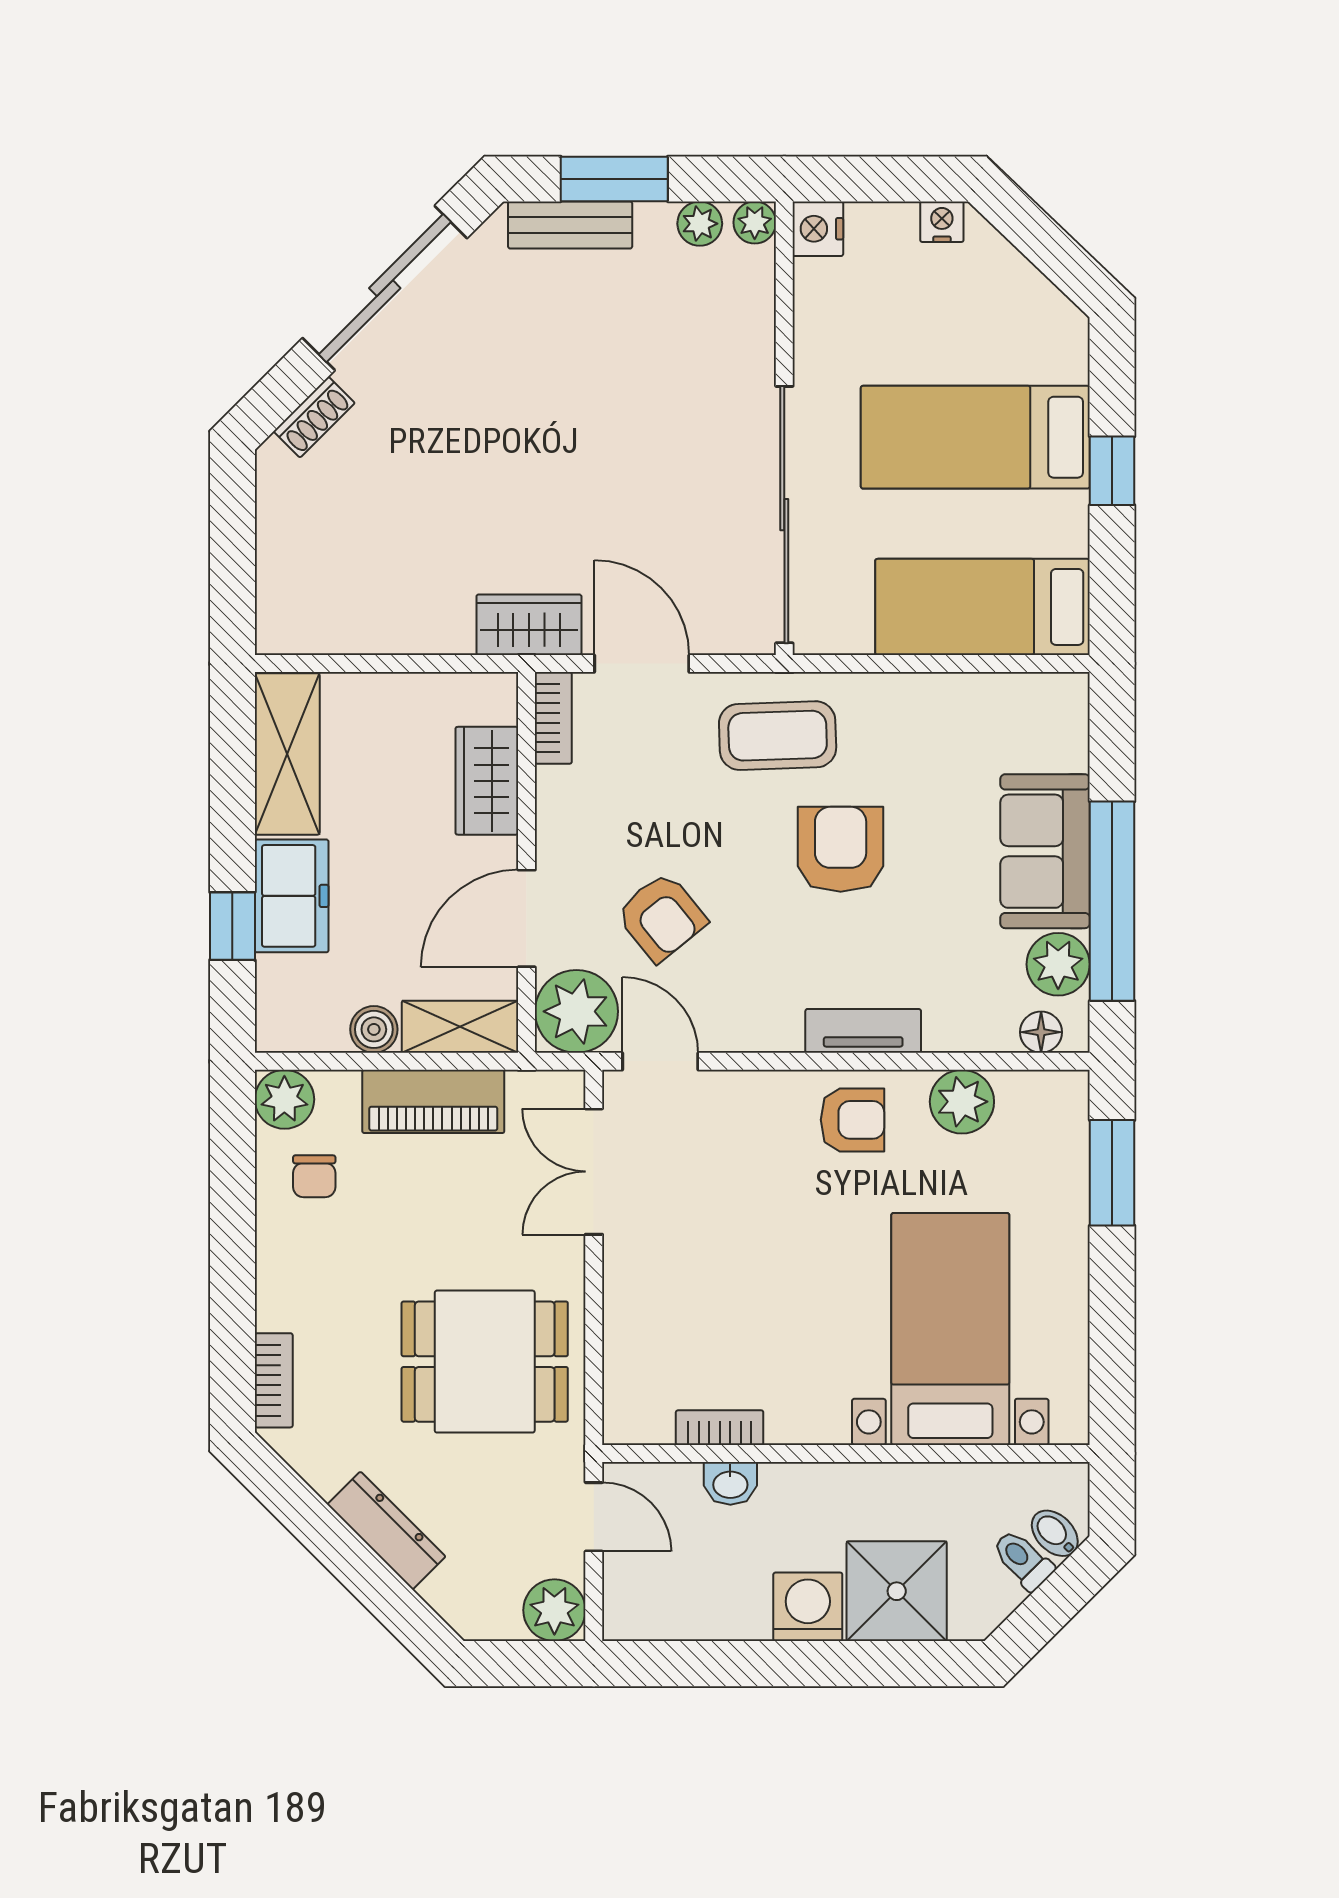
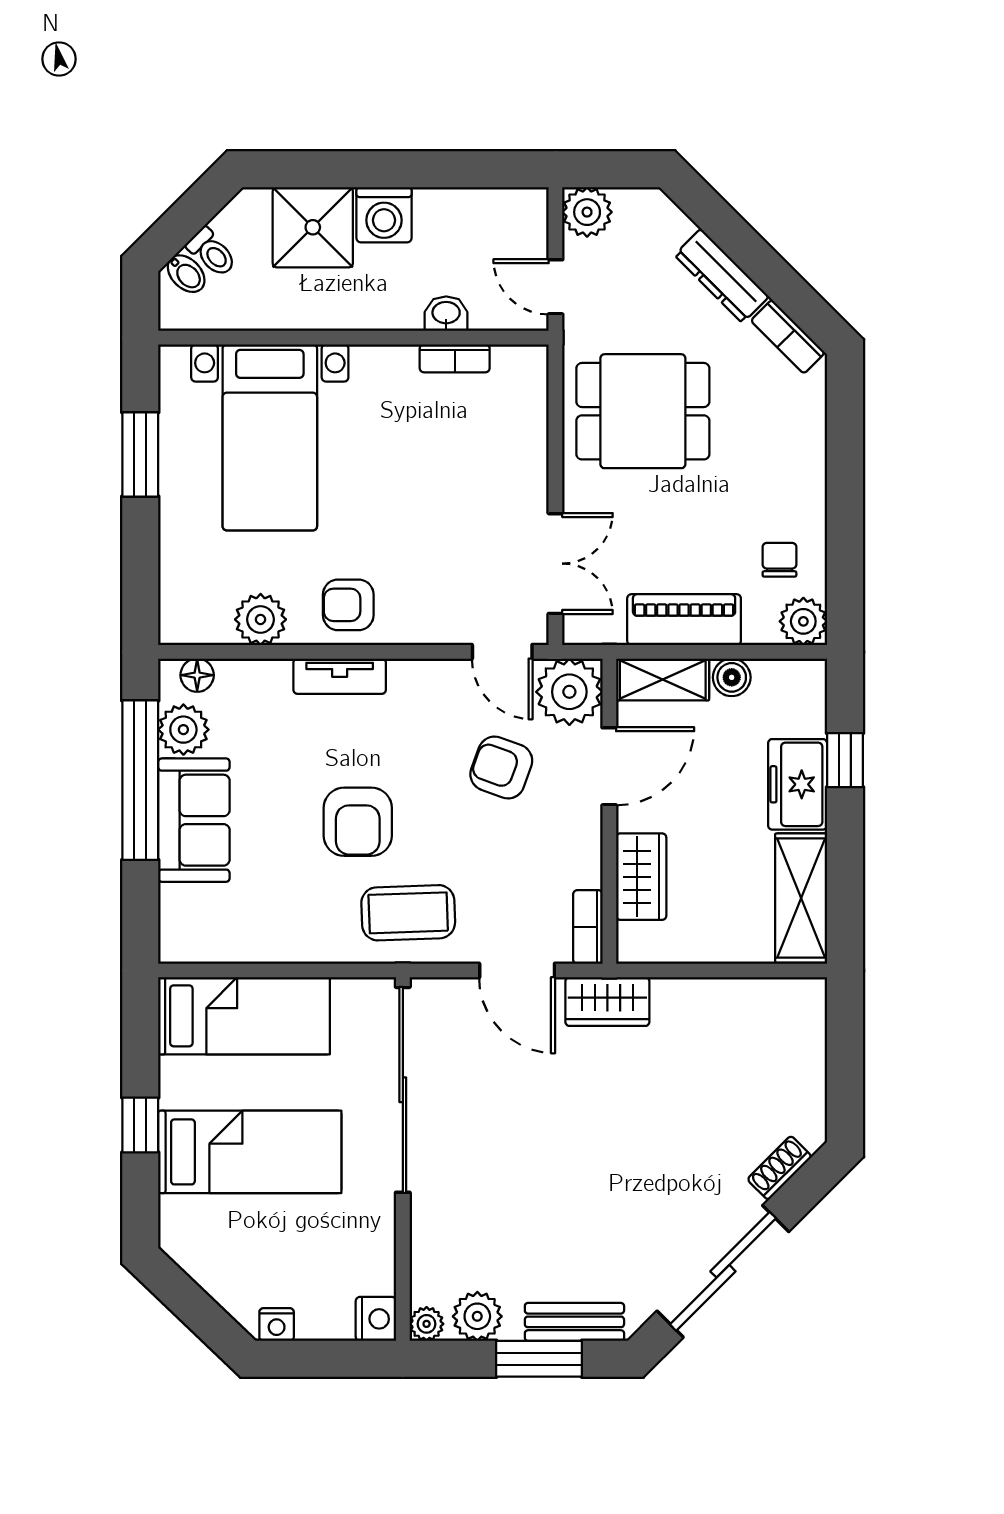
plant: (700, 224) -> (477, 1316), width x1.38, depth x1.38
armchair: (661, 917) -> (501, 767), turned -31
window: (1112, 1173) -> (140, 454), moved
bookcase: (274, 1380) -> (788, 337), moved, turned -45

